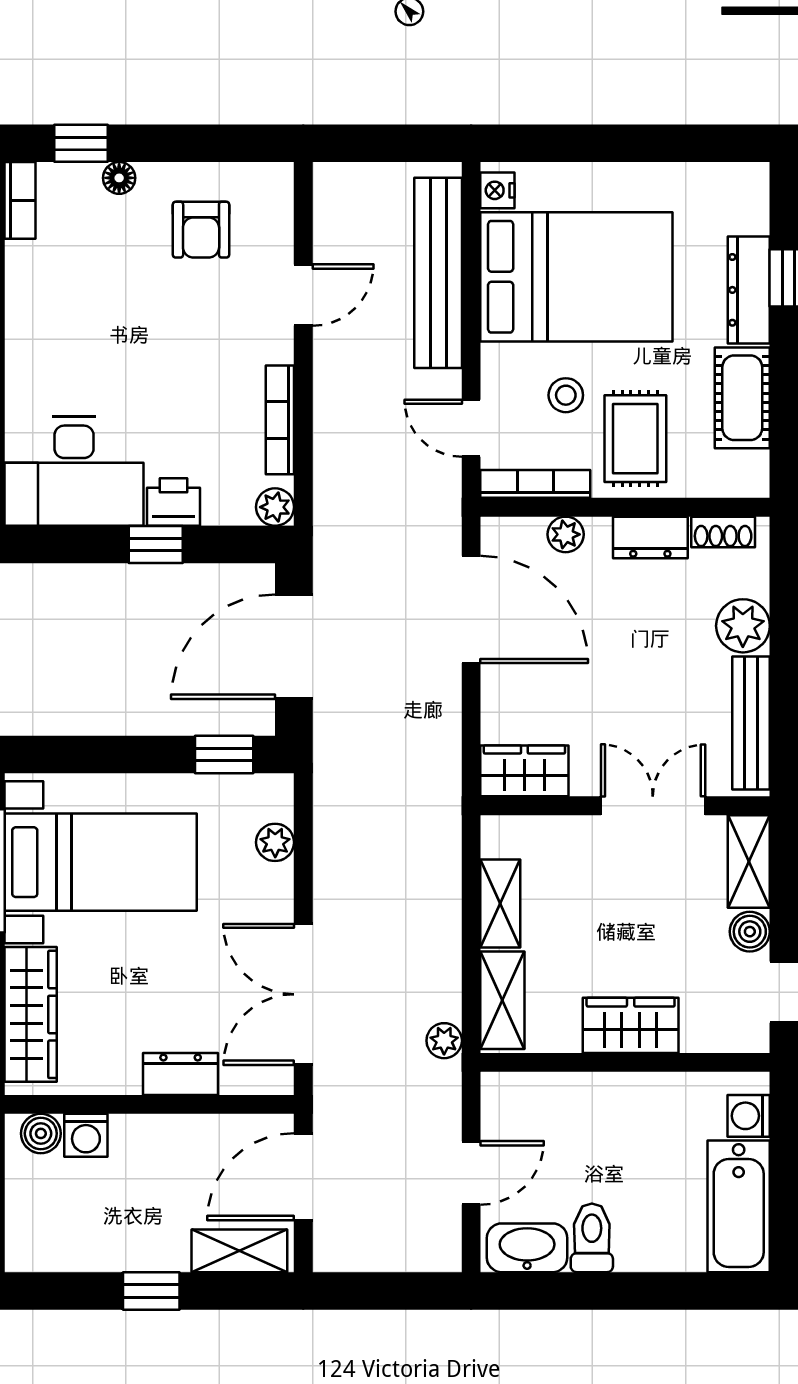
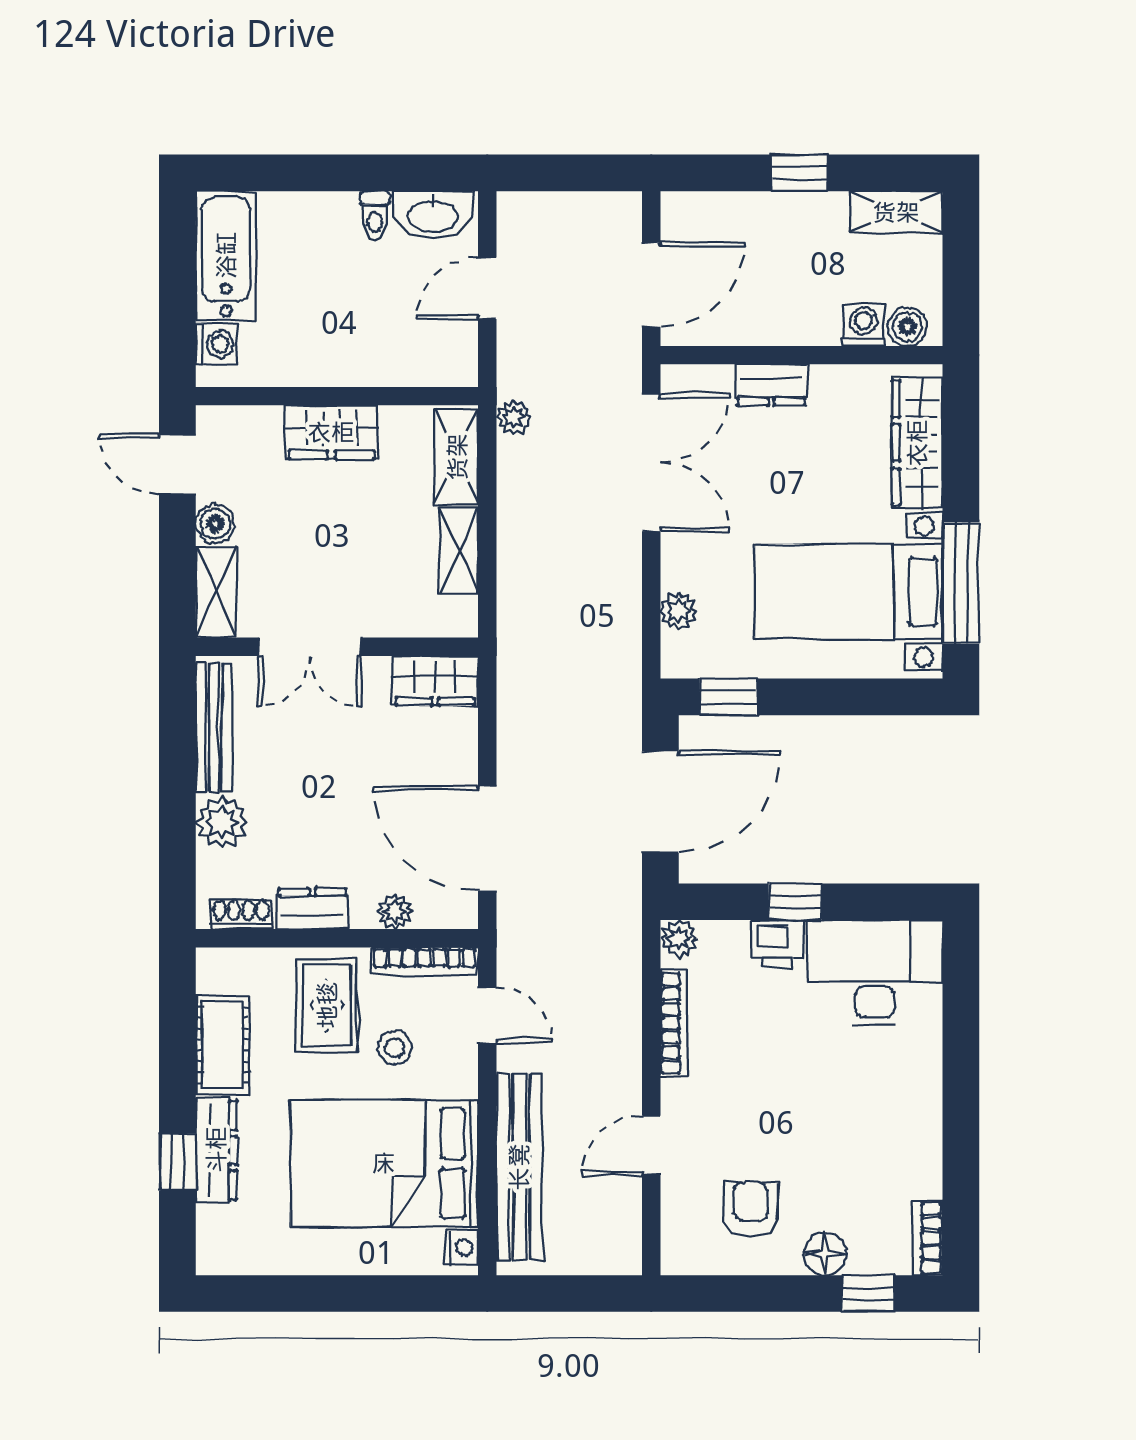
floor lamp: (119, 178) -> (825, 1254), width x1.37, depth x1.37
toilet: (592, 1238) -> (375, 215), width x0.73, depth x0.72
shelving: (239, 1251) -> (896, 212), moved

